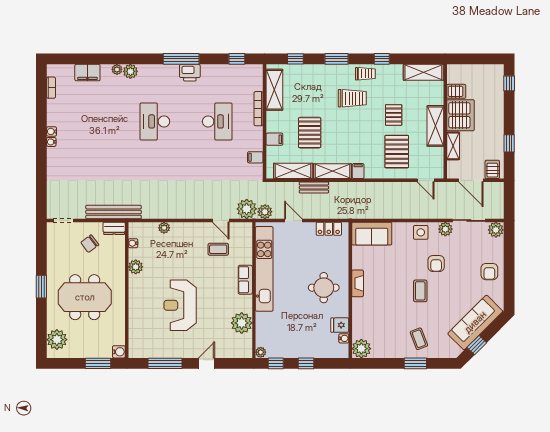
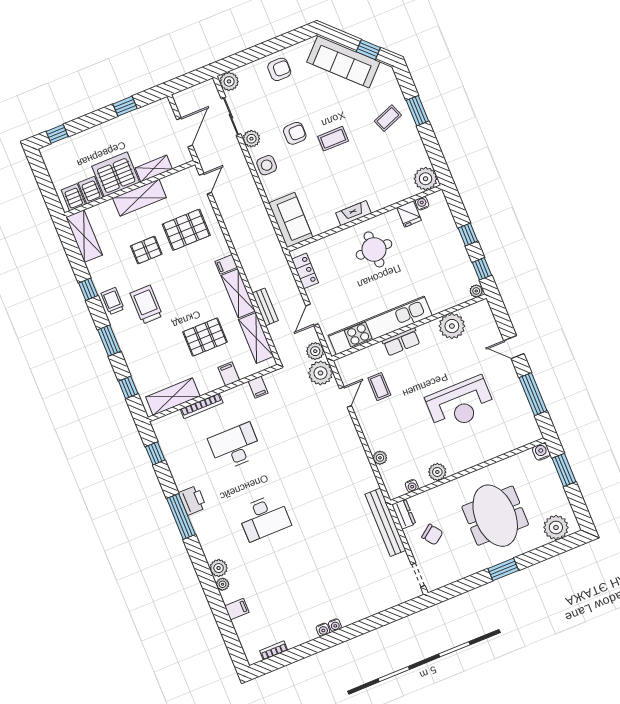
filing cabinet: (87, 73) -> (237, 609), width x0.50
server rack: (492, 169) -> (73, 197), moved, turned 90

